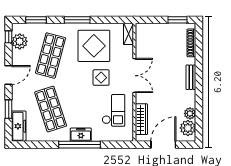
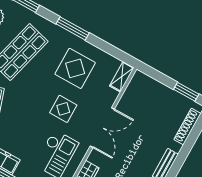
display table: (94, 46) -> (75, 68), width x0.73, depth x0.73

